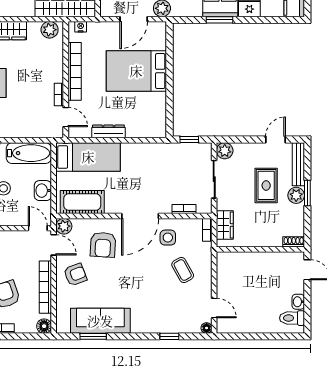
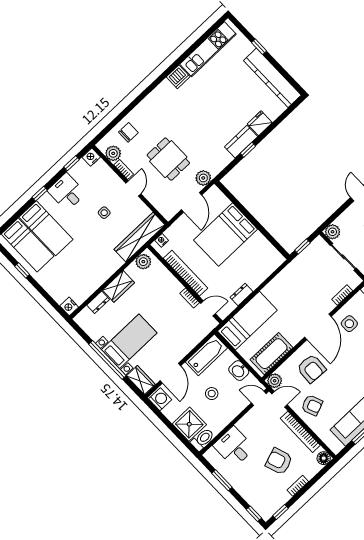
window: (219, 20) -> (248, 150), width x0.67
dresser: (108, 131) -> (242, 294), width x0.70
armchair: (75, 275) -> (312, 405), turned 89

